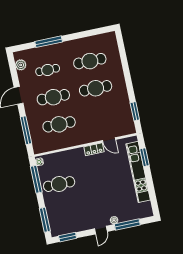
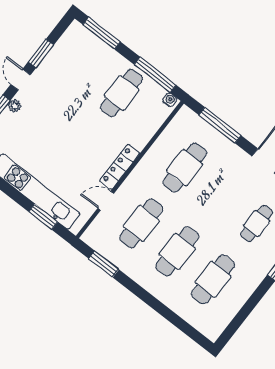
cafe table: (53, 97) -> (141, 223), moved
locker: (94, 149) -> (120, 167), width x1.53
window: (68, 237) -> (41, 53), moved

